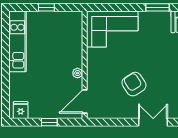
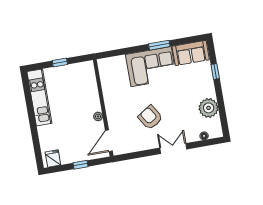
corner sofa: (112, 29) -> (151, 67), moved

